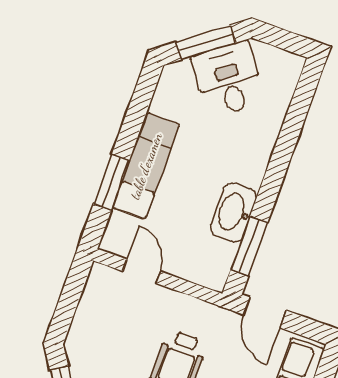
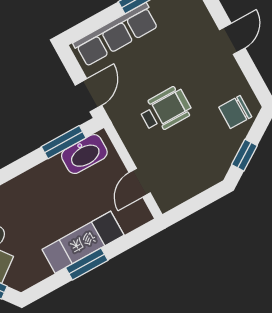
window: (111, 182) -> (87, 264), moved
washbasin: (233, 212) -> (84, 154), moved

